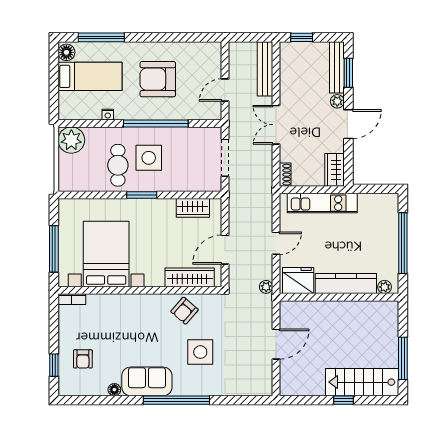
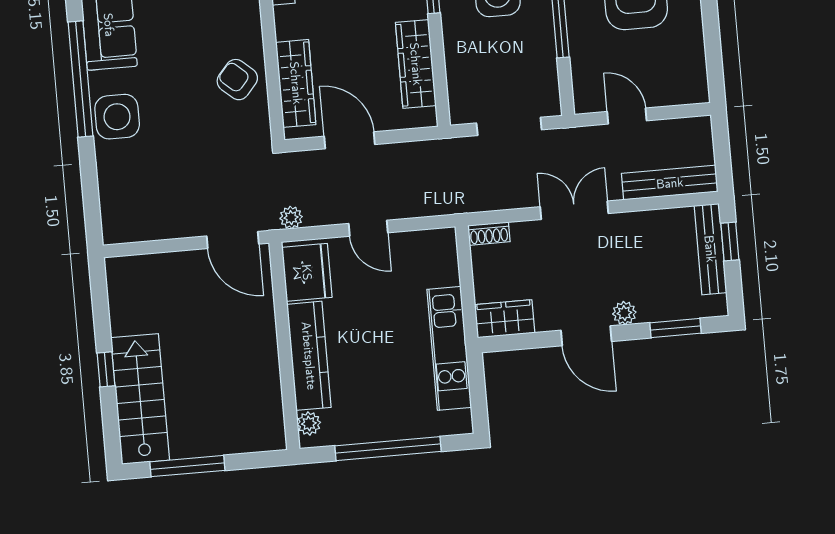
bench: (337, 67) -> (710, 249), moved, turned 90
kitchen unit: (322, 203) -> (449, 348), moved
wardrobe: (193, 208) -> (416, 64), width x1.50
door: (276, 344) -> (233, 240), moved
side table: (200, 352) -> (117, 117), moved

